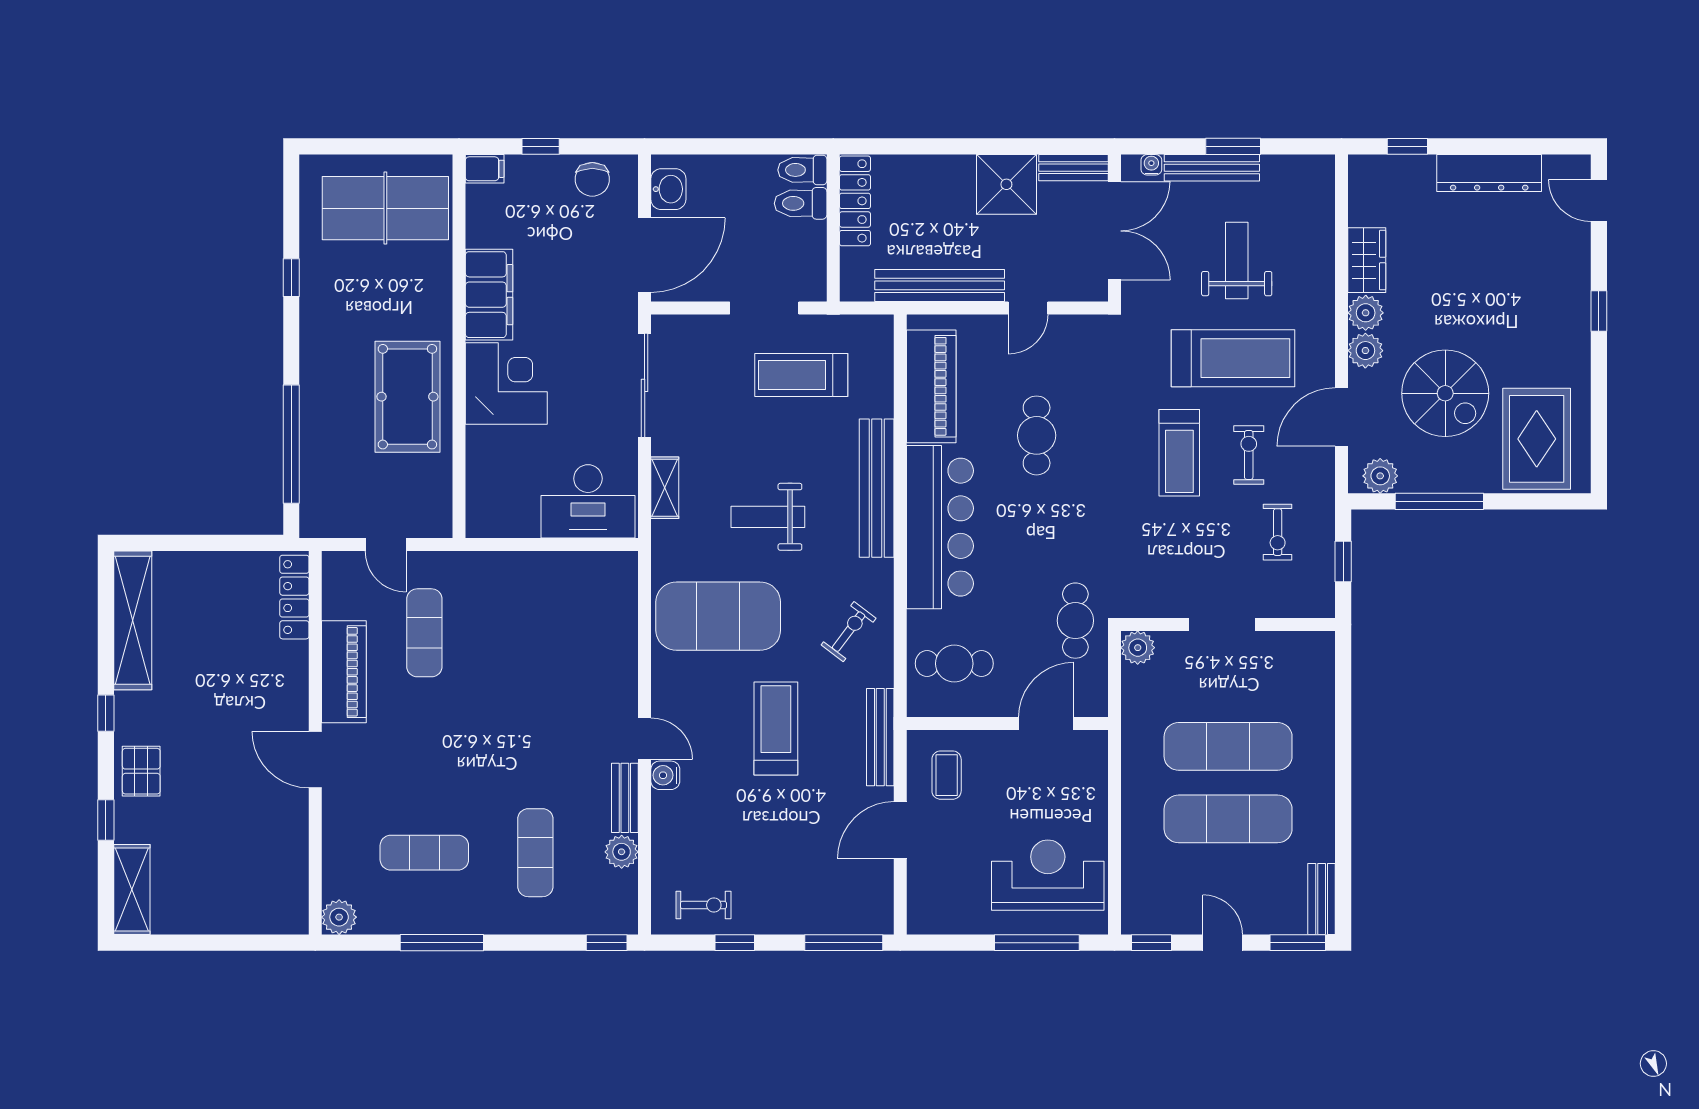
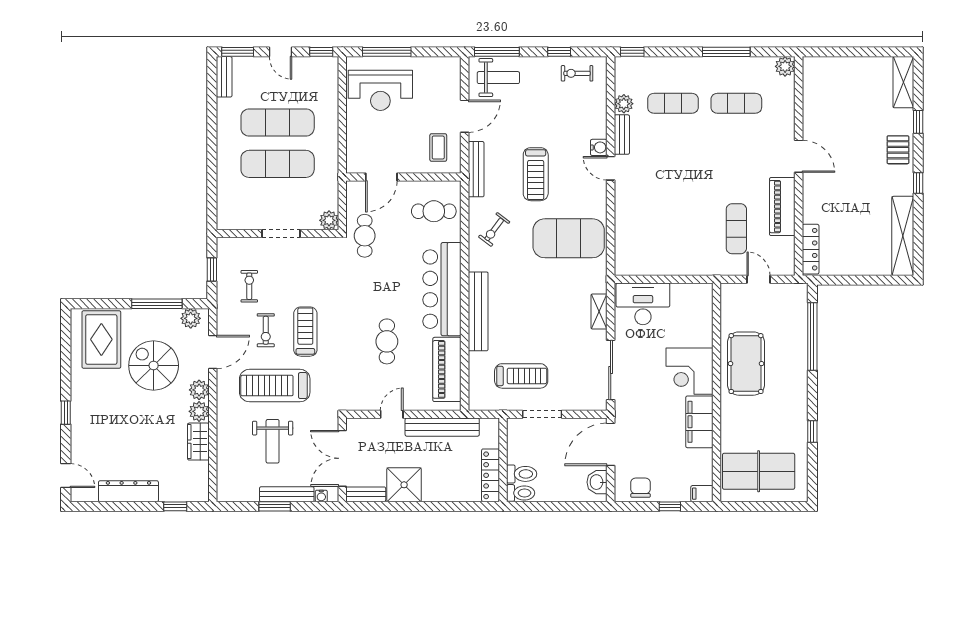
weight bench: (768, 517) -> (498, 78), moved
exercise mat: (535, 853) -> (673, 103), turned 90

